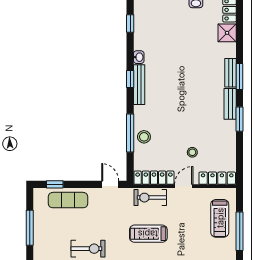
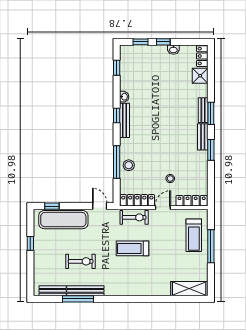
exercise bike: (150, 198) -> (134, 217), turned 180
exercise mat: (68, 200) -> (63, 220), width x1.36, depth x1.45
window: (30, 228) -> (30, 243), width x0.46

